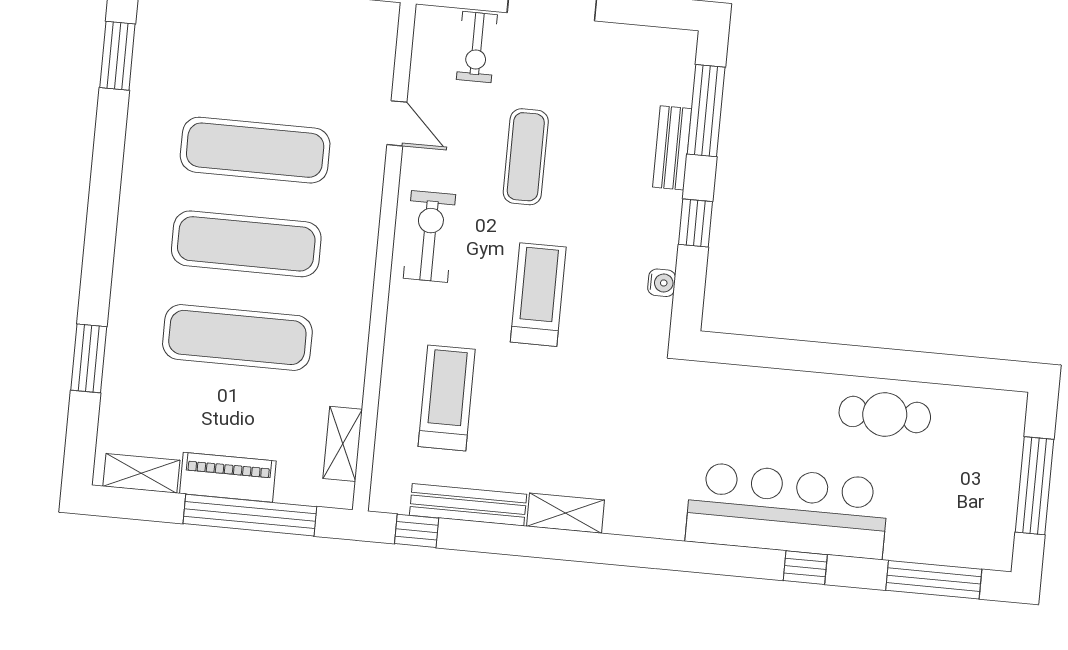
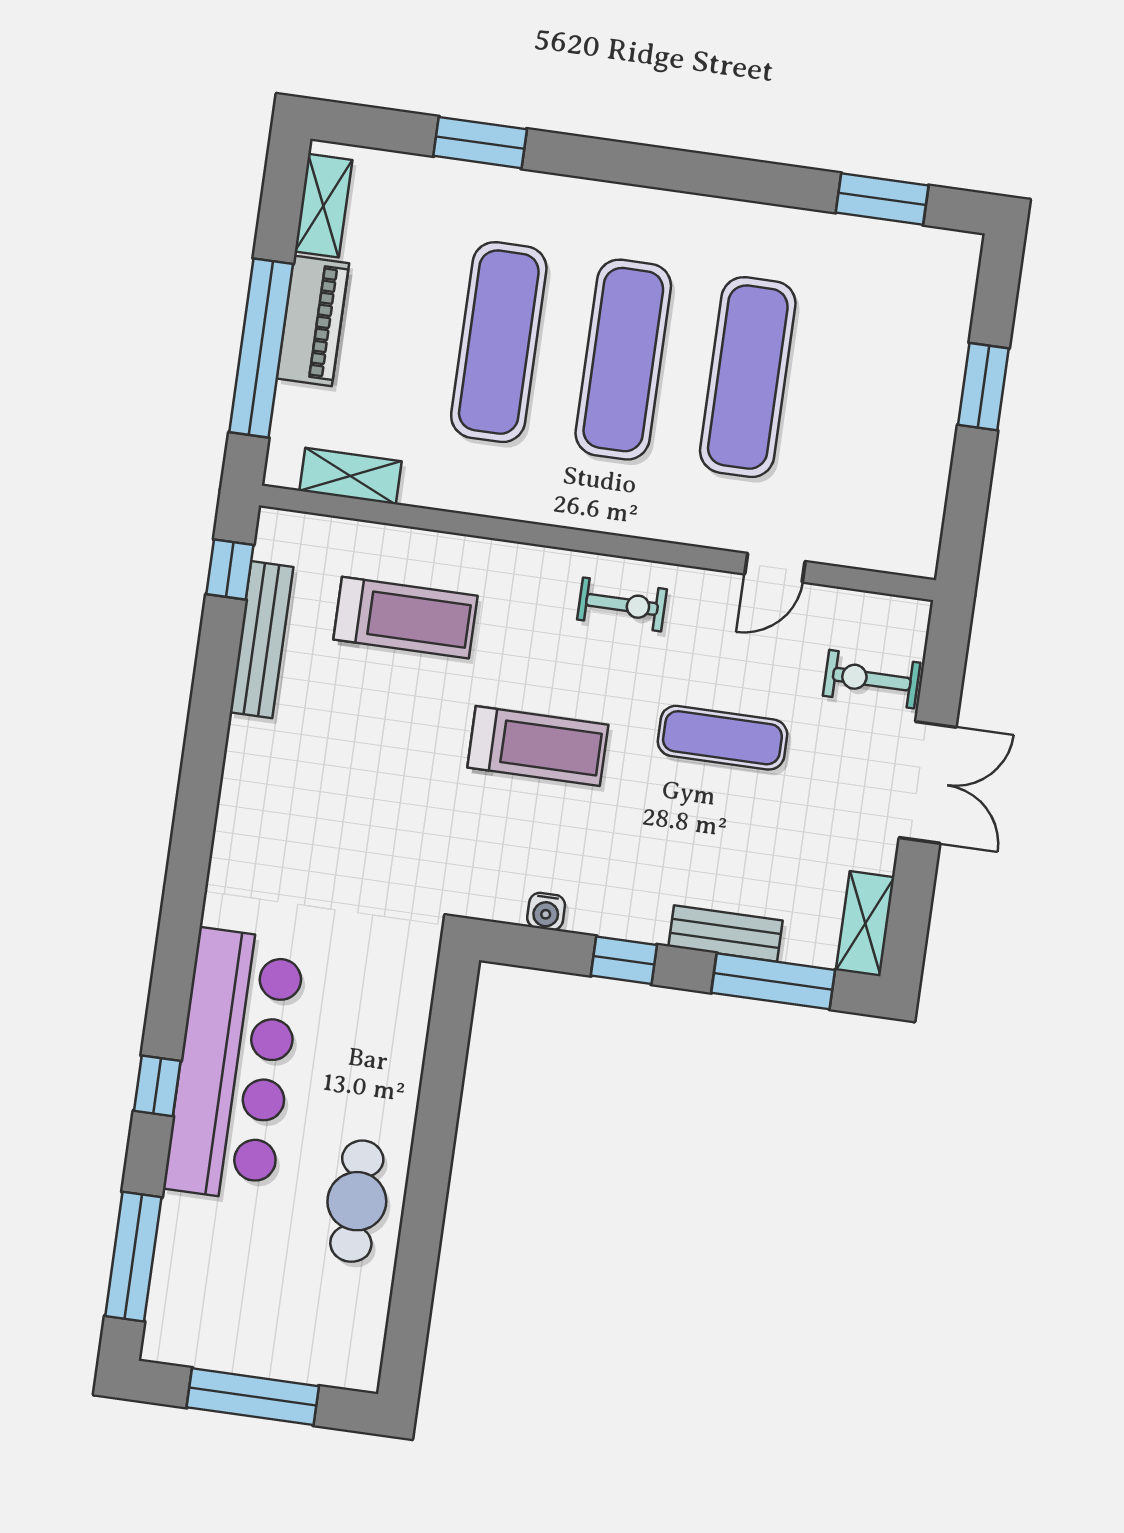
exercise bike: (429, 236) -> (622, 604), width x0.73, depth x0.72
shelving: (565, 513) -> (865, 924), moved

